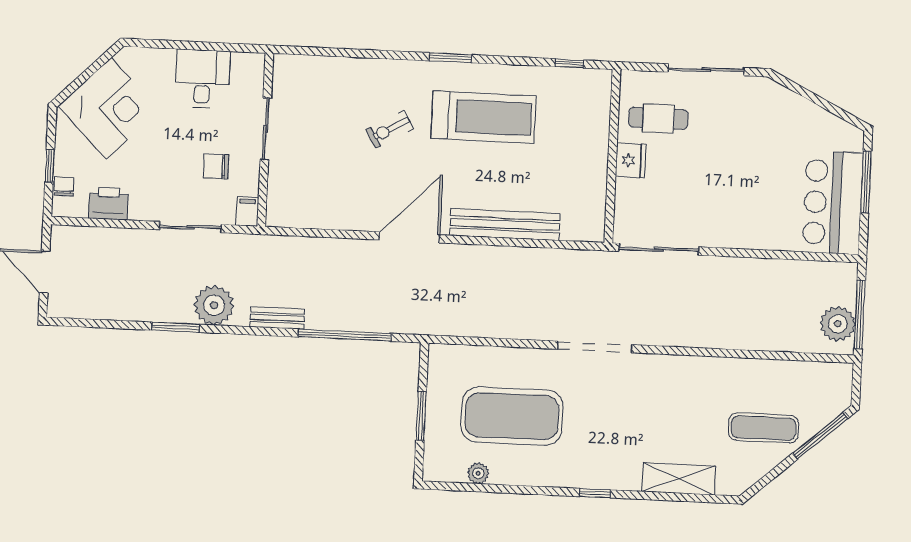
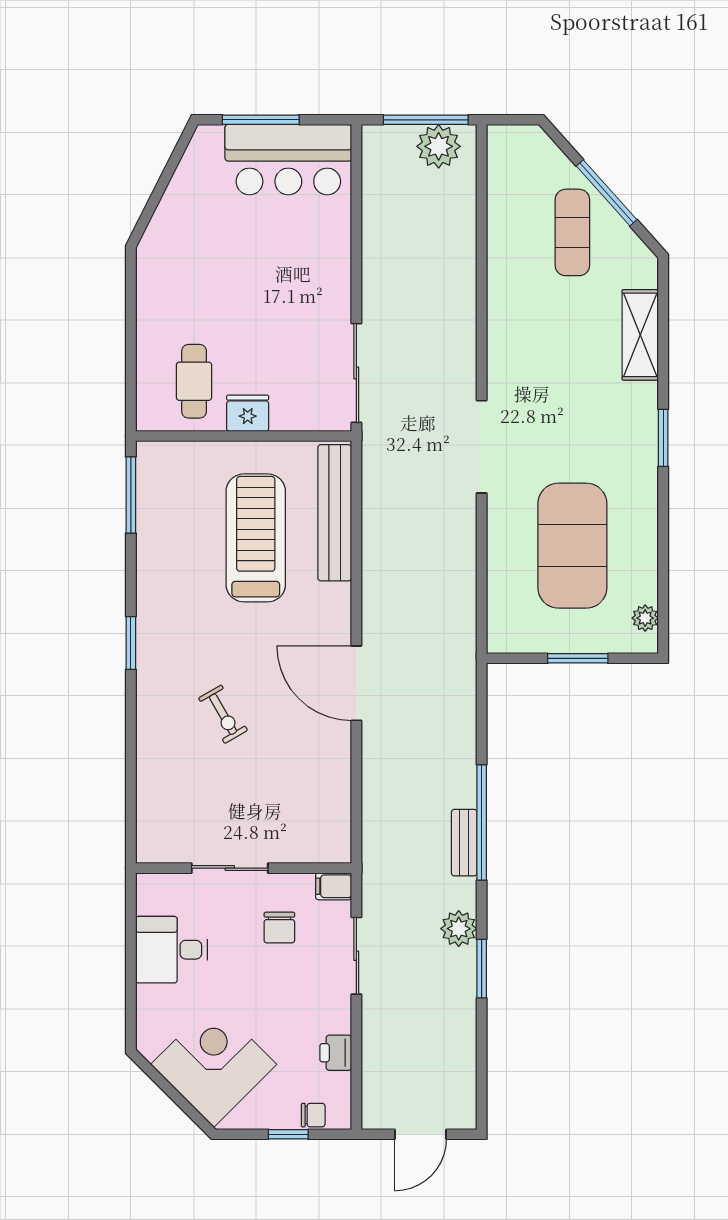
window: (569, 63) -> (131, 495), width x2.17
sliding door: (706, 70) -> (131, 325), removed
treadmill: (483, 117) -> (256, 538), moved
chair: (64, 186) -> (313, 1115), turned 180
printer: (108, 203) -> (336, 1053), width x0.73, depth x0.81
bench: (505, 224) -> (335, 513), moved
plant: (214, 305) -> (459, 929), width x0.73, depth x0.73
window: (345, 335) -> (482, 823), moved
window: (820, 436) -> (607, 193), moved
plant: (478, 473) -> (645, 618), moved
window: (595, 493) -> (663, 438), width x1.50

